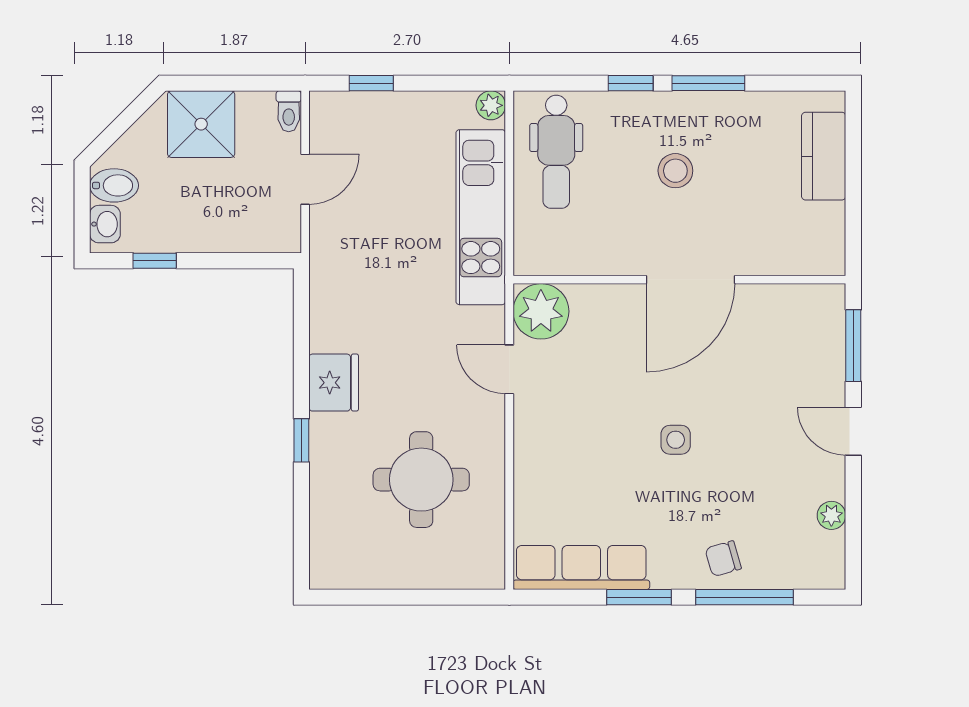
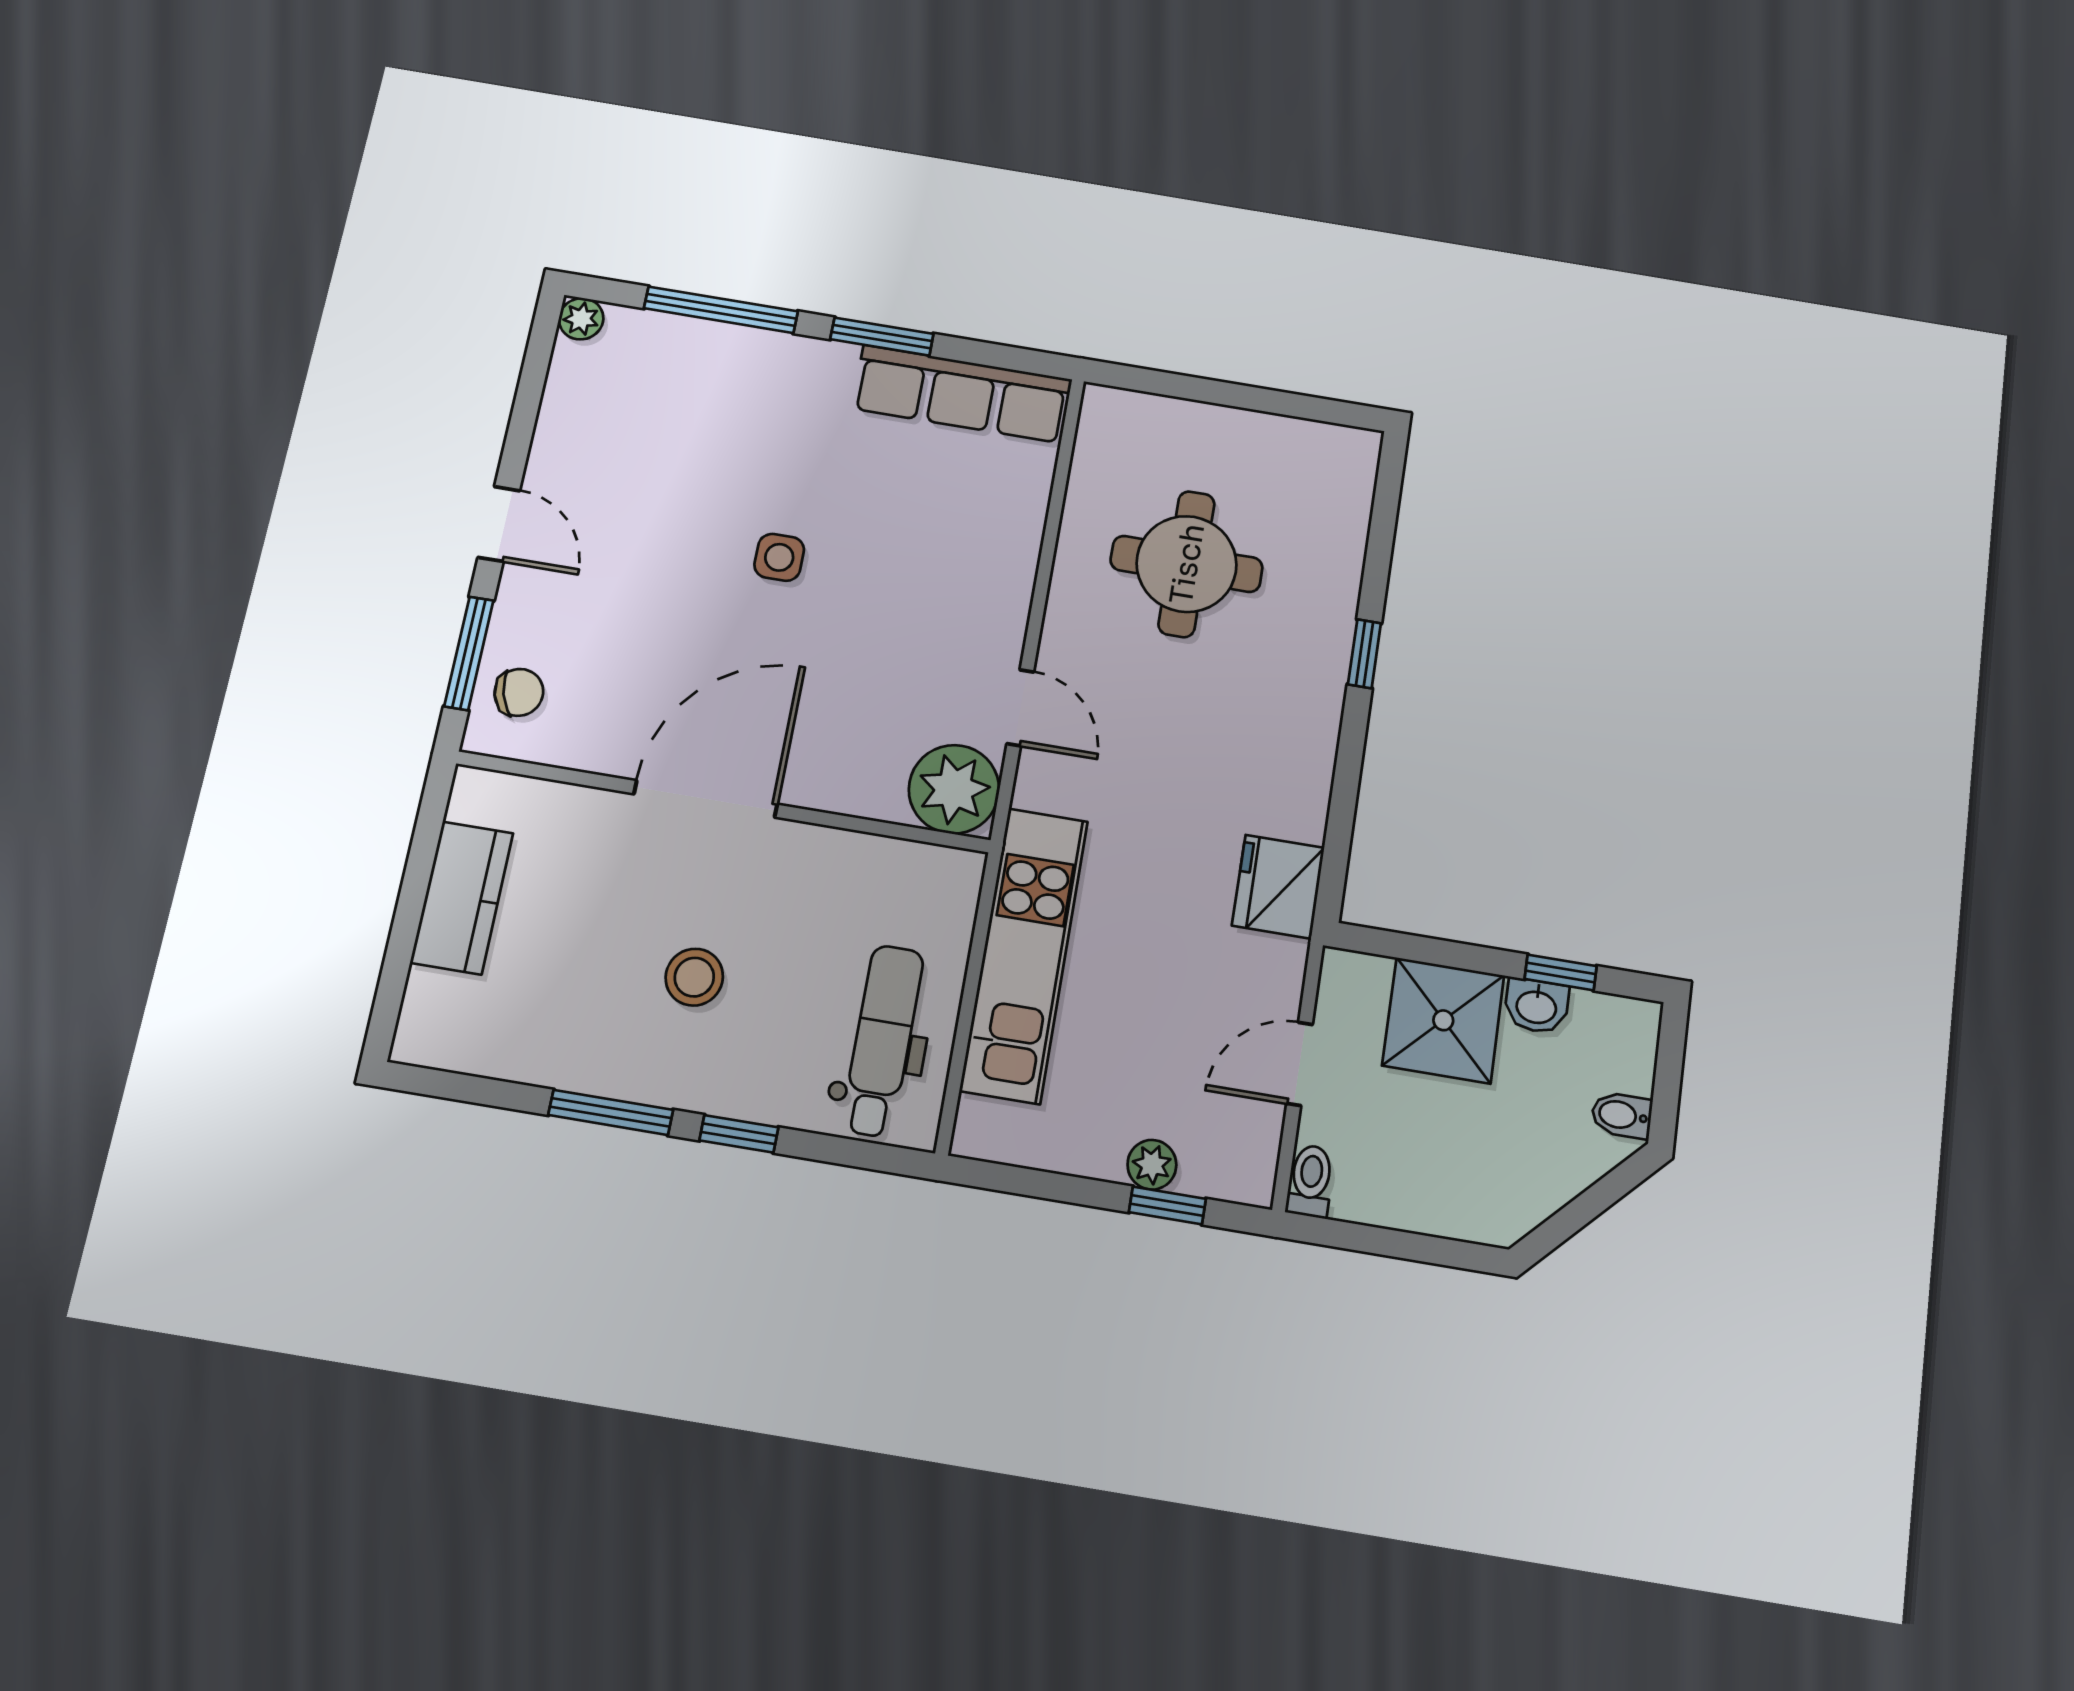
plant: (491, 105) -> (1152, 1165), moved
shower: (201, 124) -> (1443, 1020), moved
kitchen counter: (824, 156) -> (462, 898), moved
bidet: (114, 185) -> (1622, 1115), width x0.72, depth x0.74
washbasin: (105, 224) -> (1536, 1006), moved, turned -90
fridge: (334, 383) -> (1278, 887), moved
plant: (831, 515) -> (581, 319), moved
chair: (723, 559) -> (519, 692), moved

